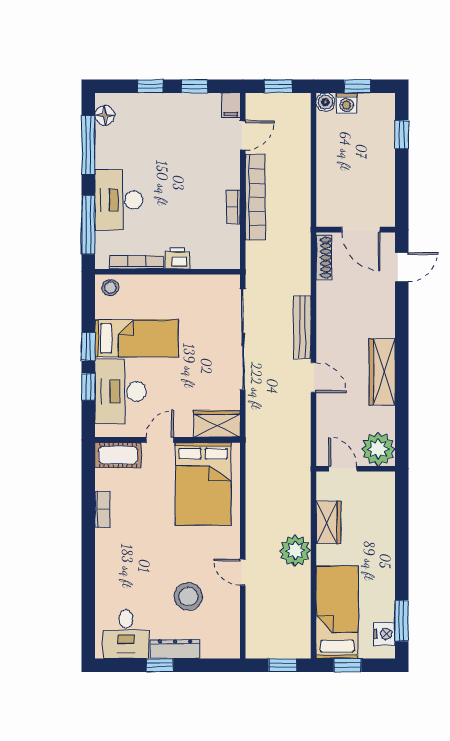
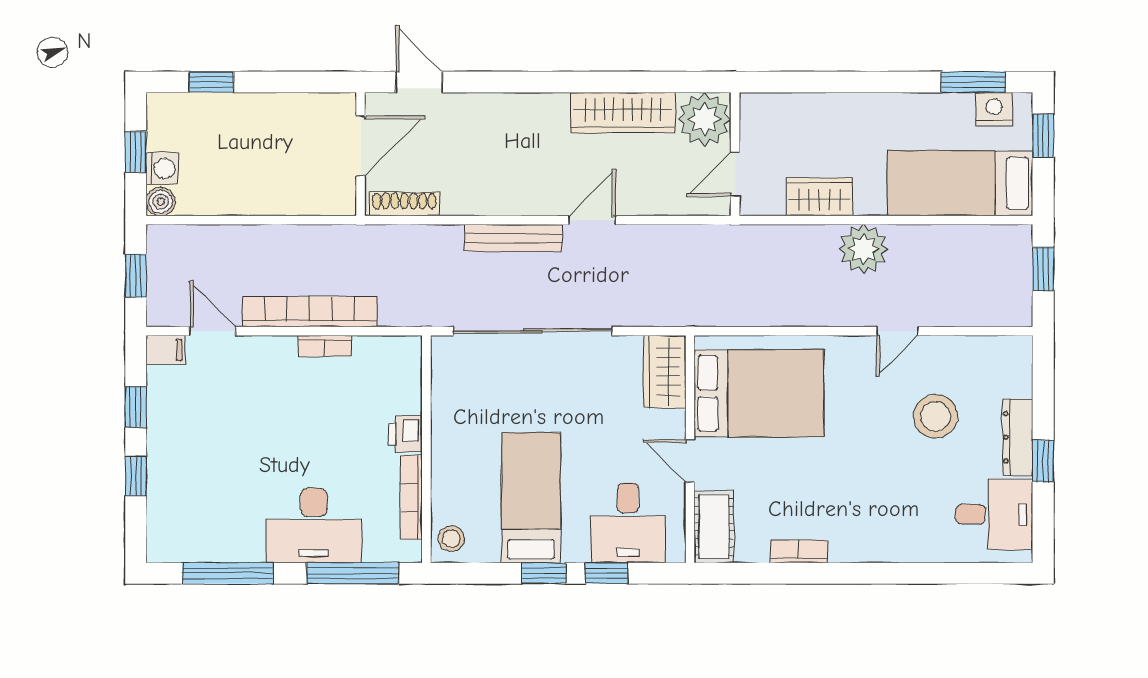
floor lamp: (105, 115) -> (181, 547), removed
wardrobe: (382, 372) -> (623, 113), moved
desk: (120, 391) -> (628, 523), width x0.73
window: (347, 665) -> (1043, 136), moved

